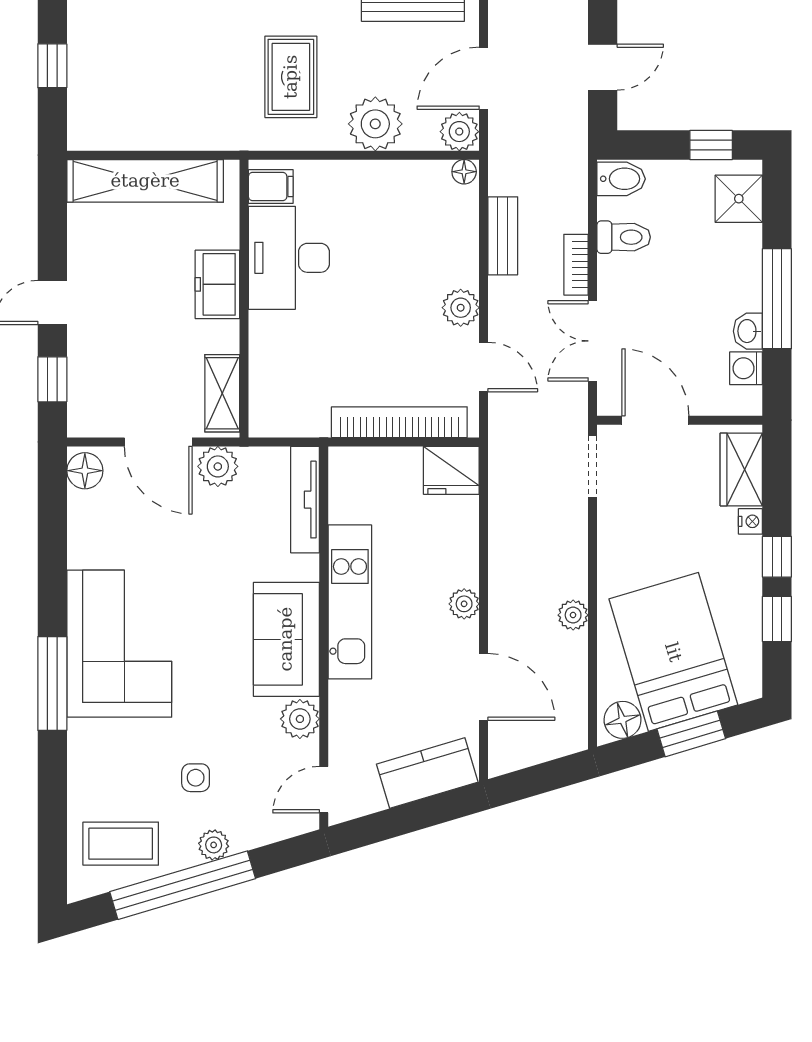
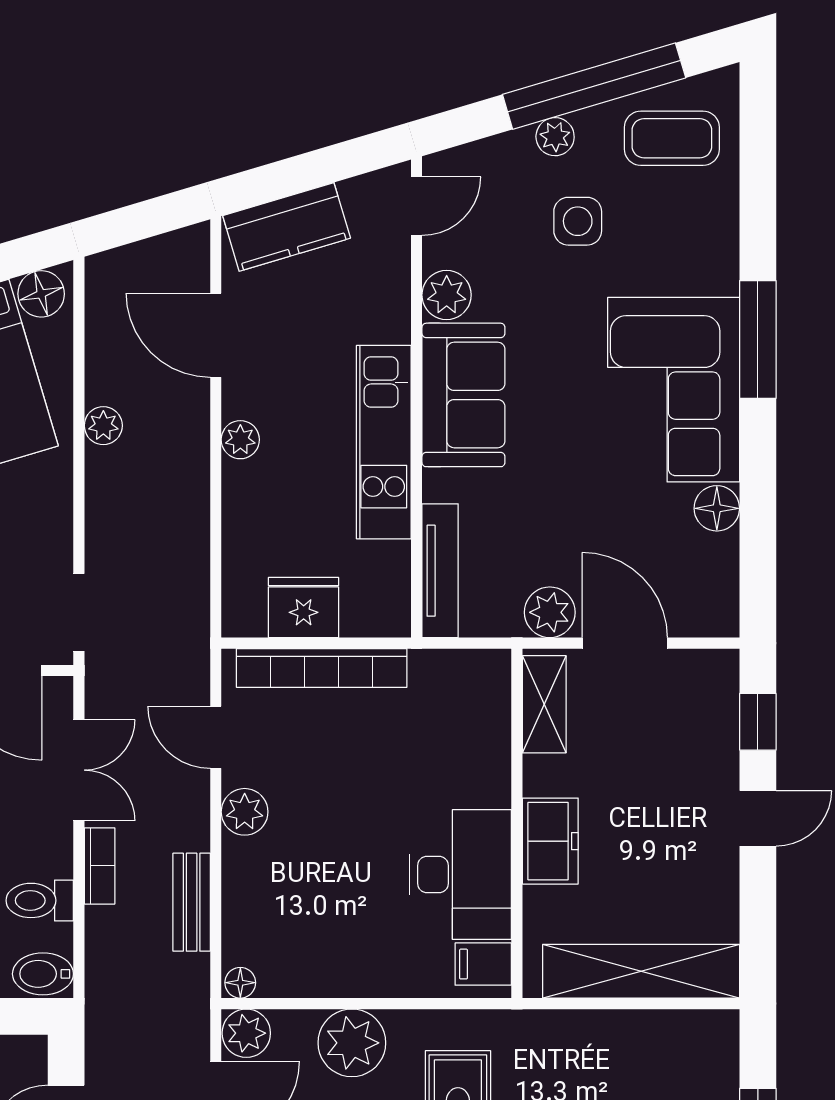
fridge: (451, 470) -> (304, 607), moved
floor lamp: (85, 471) -> (717, 508), moved
side table: (196, 778) -> (578, 221), width x1.37, depth x1.37

